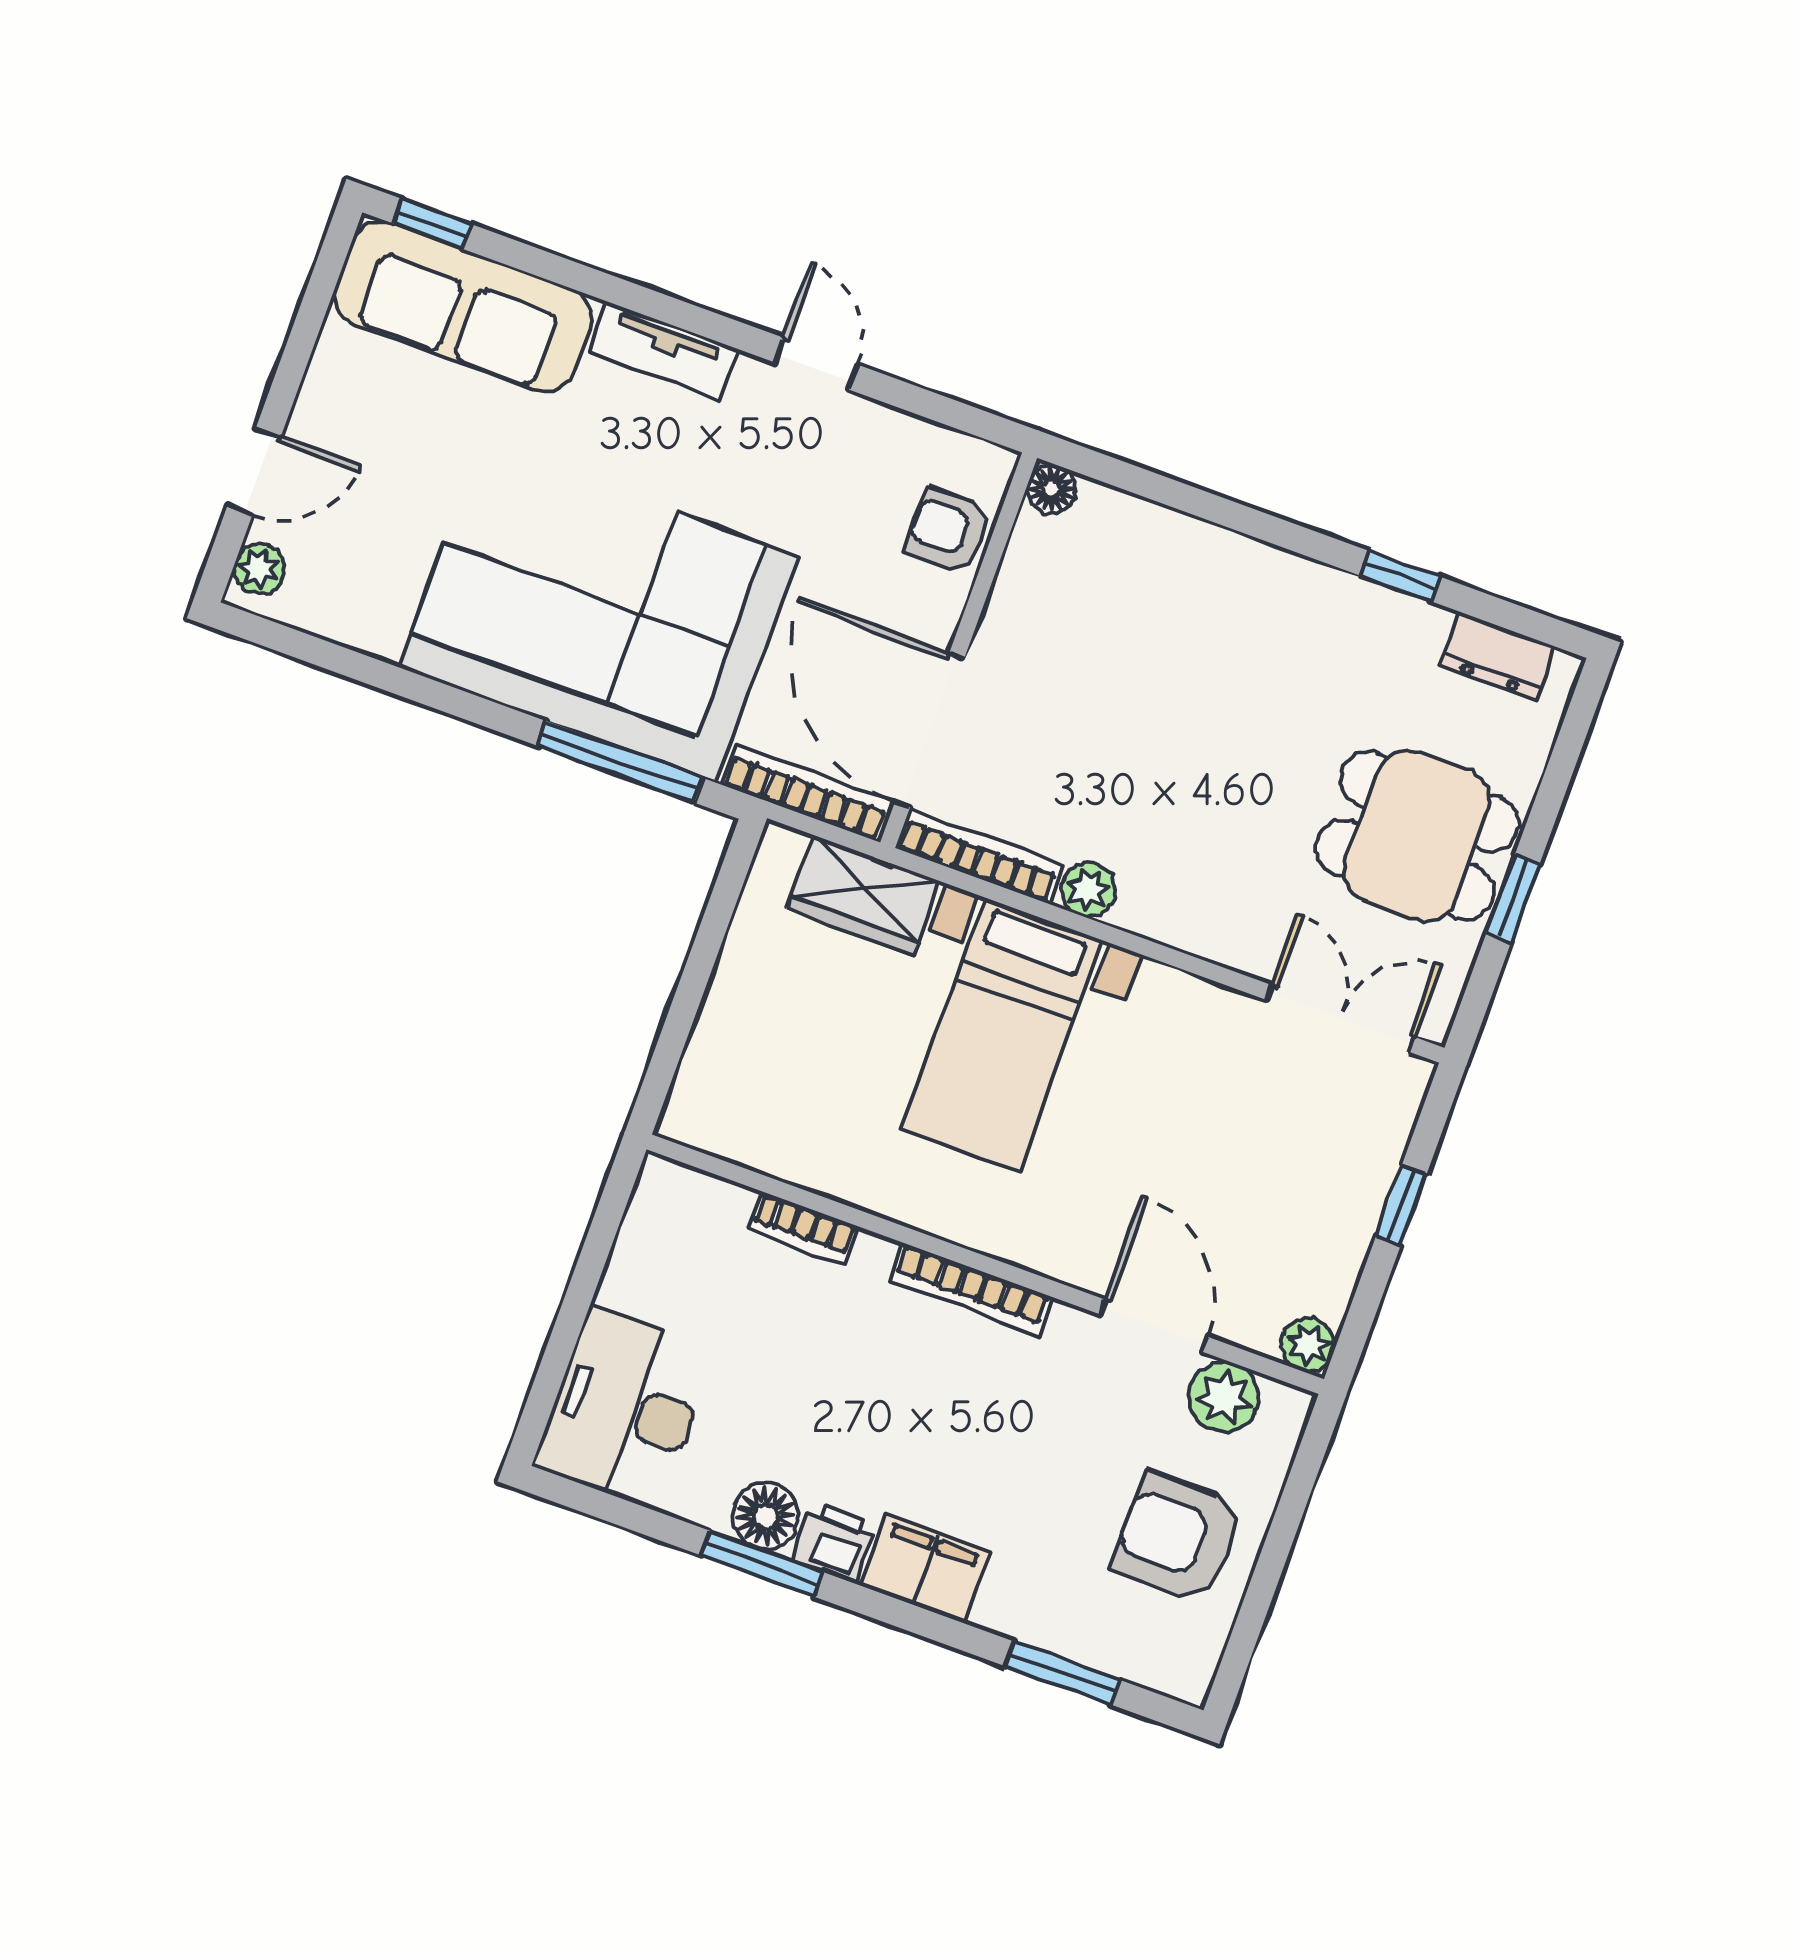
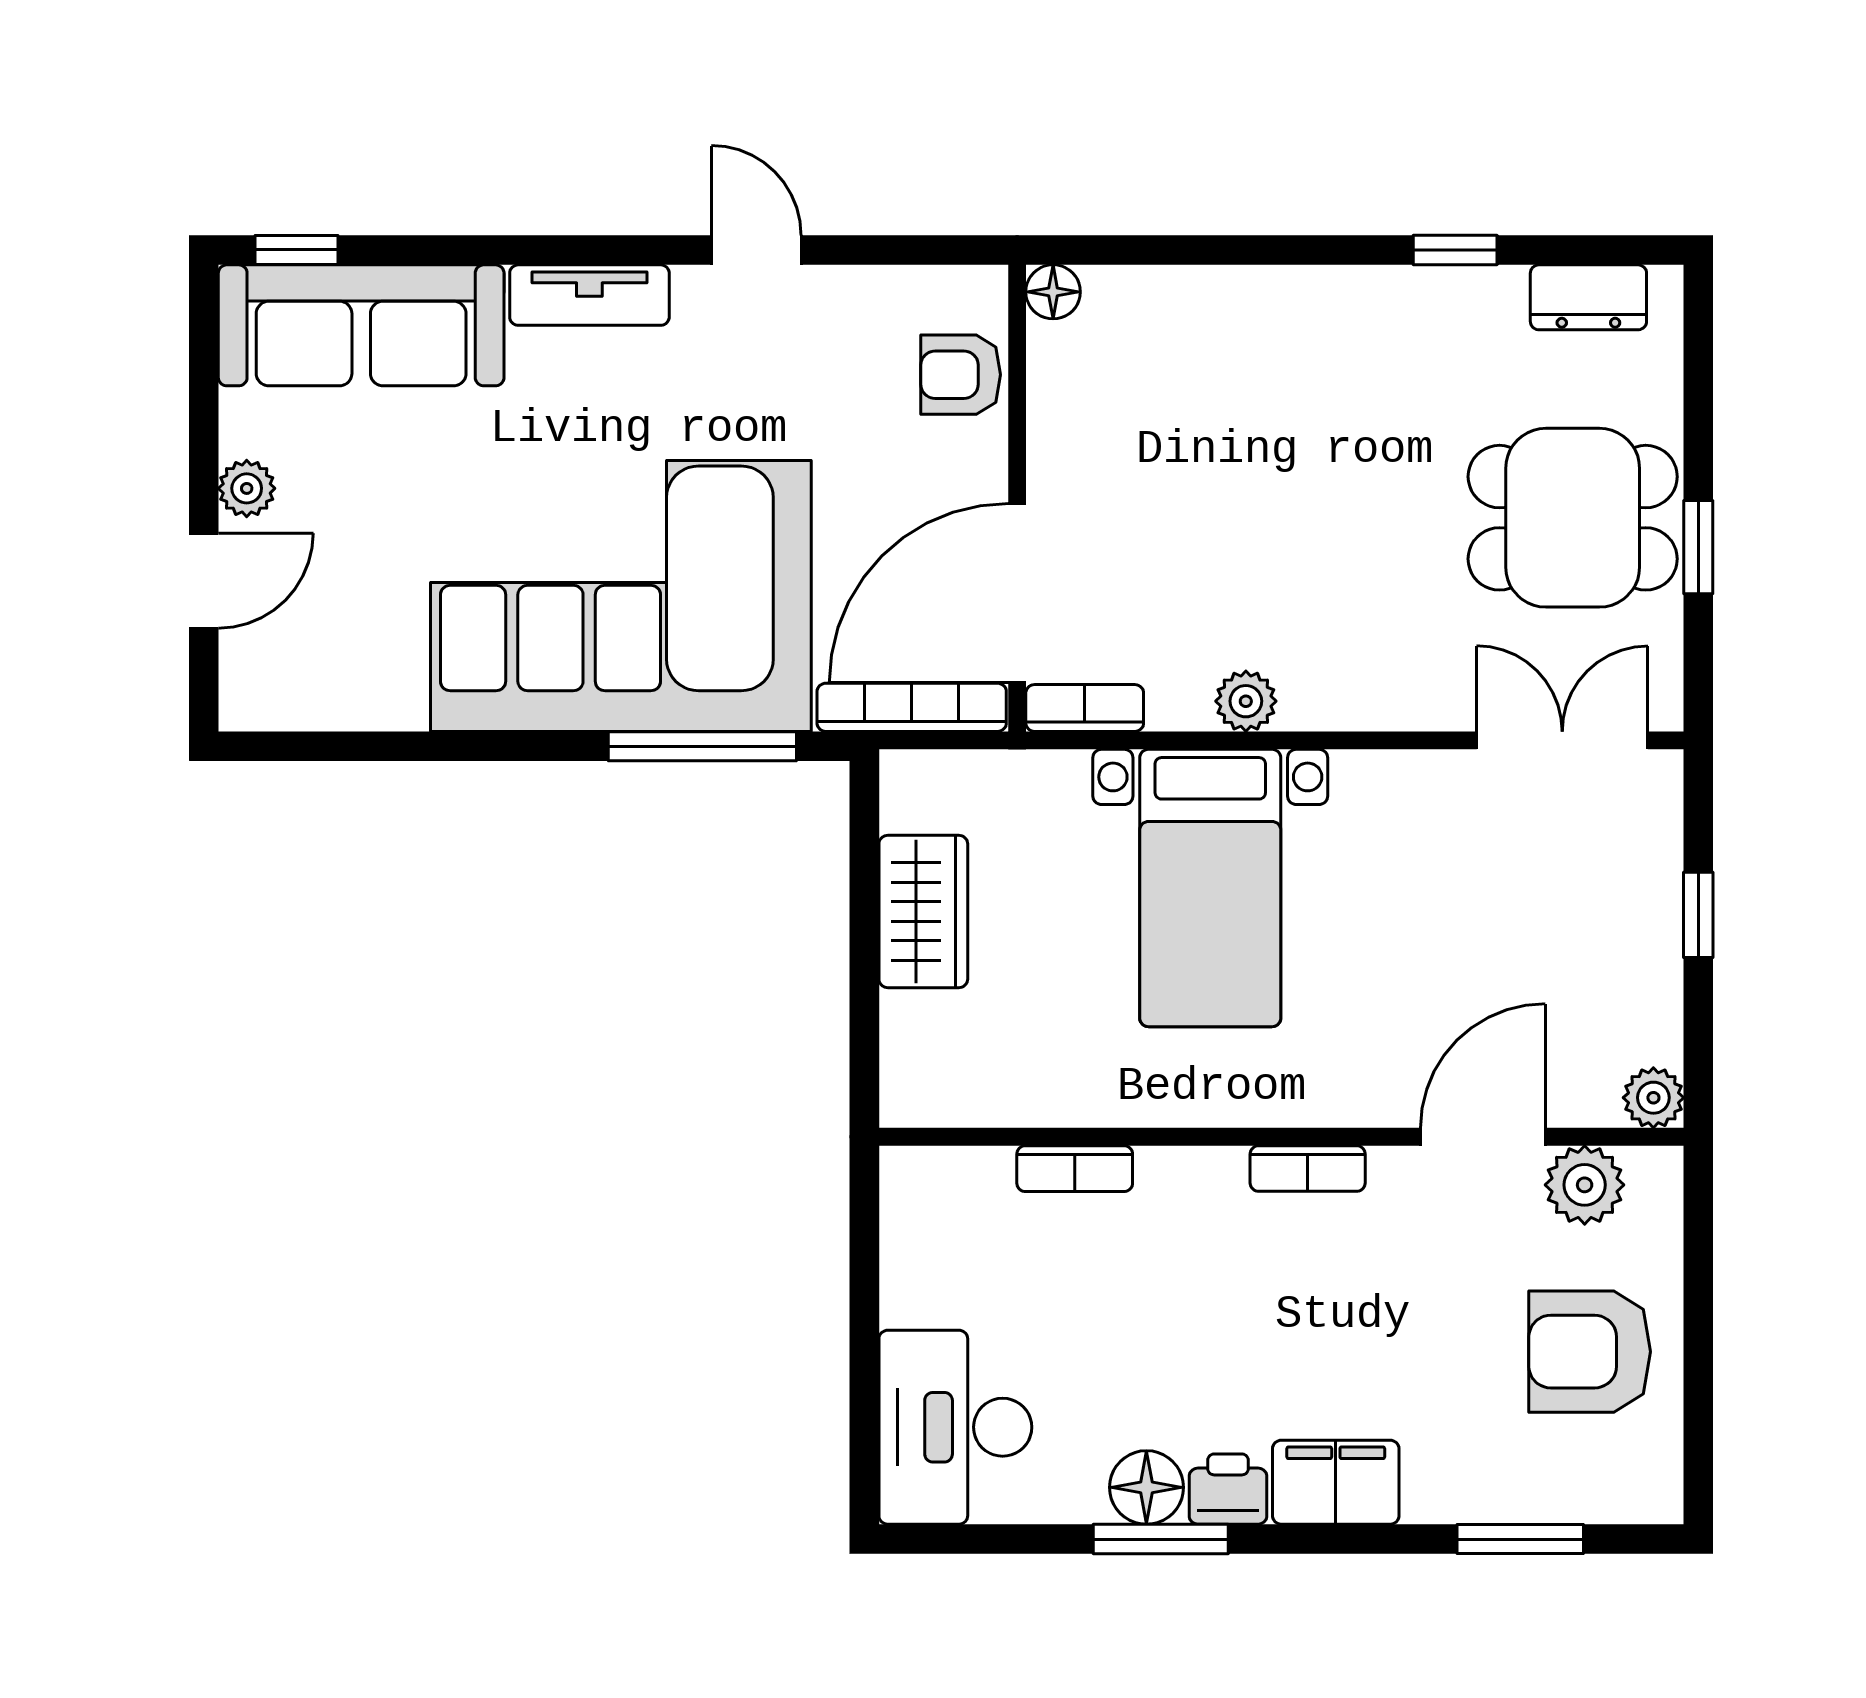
plant: (259, 569) -> (247, 488), moved
door: (930, 730) -> (1017, 593), hinge flipped
bookcase: (979, 856) -> (1085, 708), width x0.64
wardrobe: (864, 895) -> (923, 911), moved, turned -90
bookcase: (971, 1289) -> (1308, 1169), width x0.64
door: (1154, 1326) -> (1483, 1137), hinge flipped

